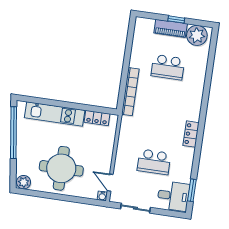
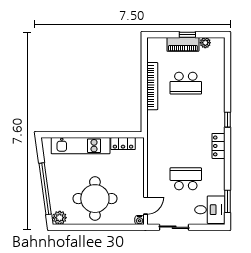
plant: (197, 35) -> (205, 43), width x0.53, depth x0.53
bookcase: (130, 92) -> (152, 86), moved
window: (204, 109) -> (227, 120), added
window: (14, 133) -> (45, 189), moved
school desk: (154, 162) -> (186, 179), turned 180
door: (110, 183) -> (145, 206), swing flipped

